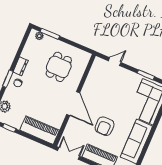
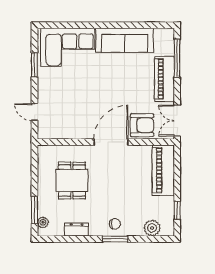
dresser: (21, 66) -> (77, 230), moved
dining table: (59, 67) -> (72, 180), turned 90
armchair: (105, 126) -> (142, 125), moved

